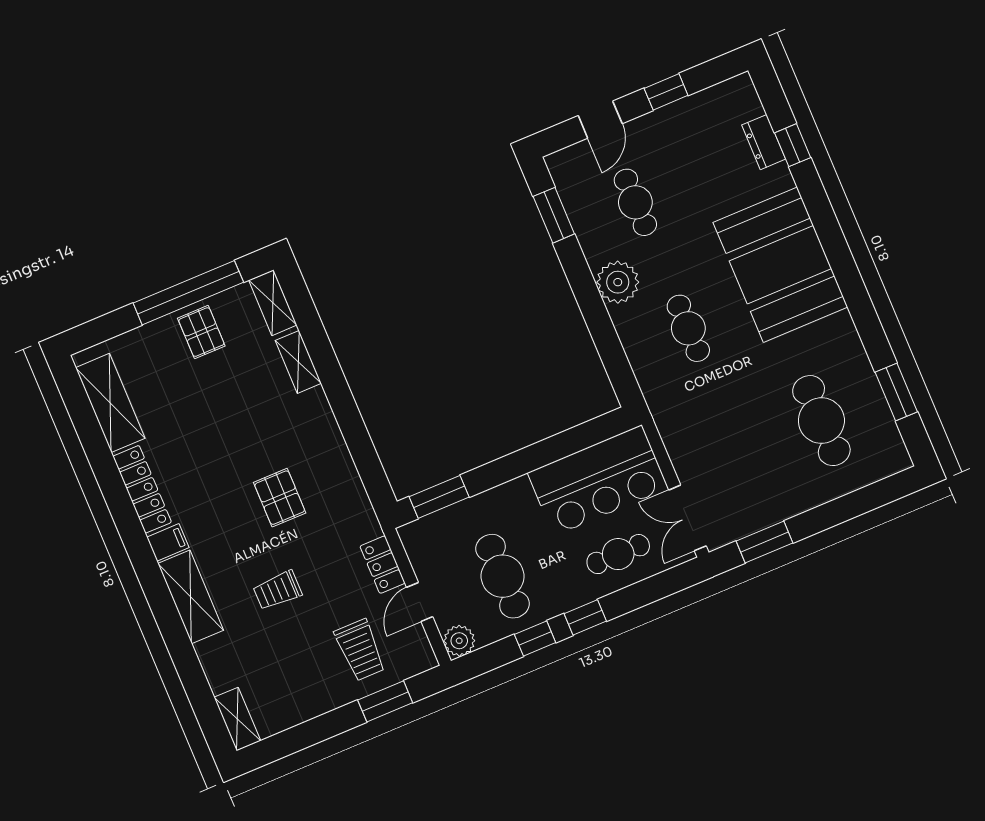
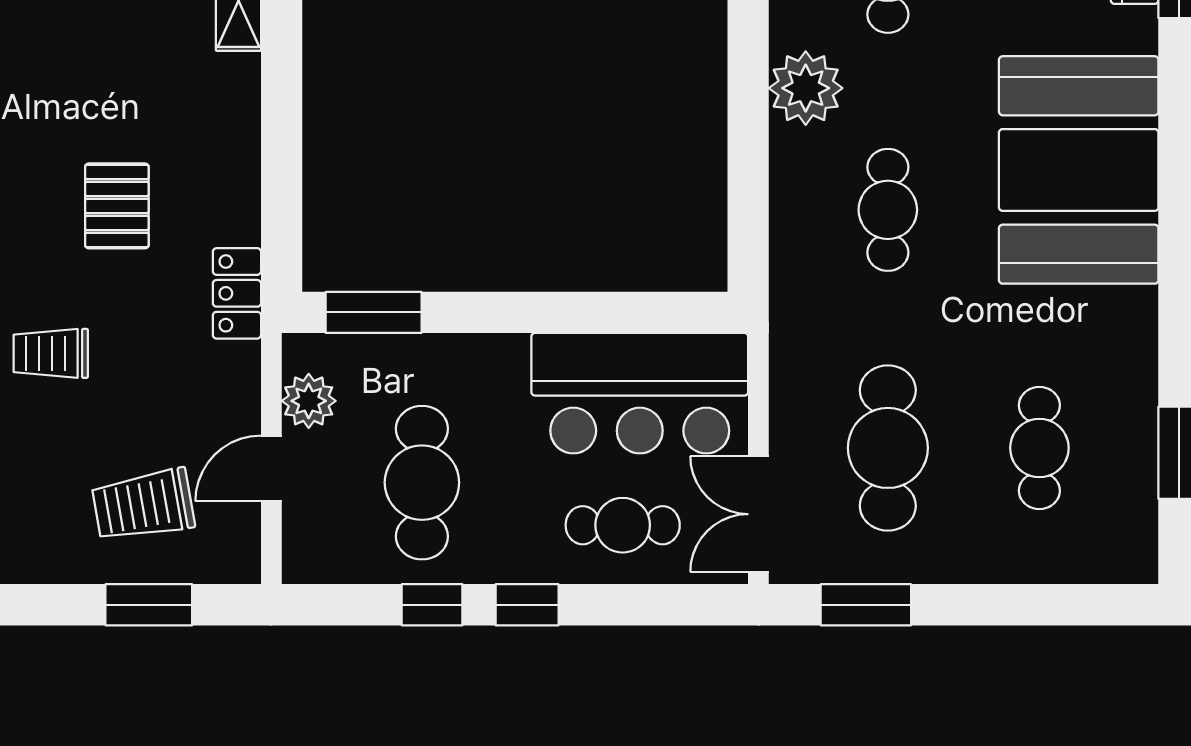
cafe table: (821, 421) -> (1039, 448), width x0.73, depth x0.74
cafe table: (741, 454) -> (888, 448), added
locker: (383, 565) -> (237, 293), moved
plant: (459, 641) -> (309, 401), moved
trolley: (360, 650) -> (143, 505), turned 80

